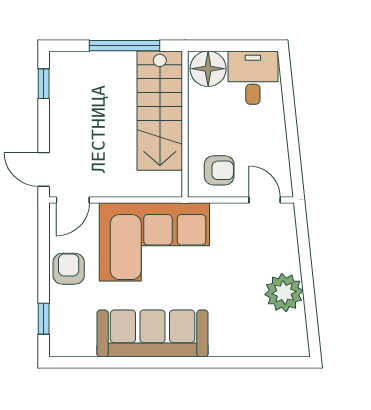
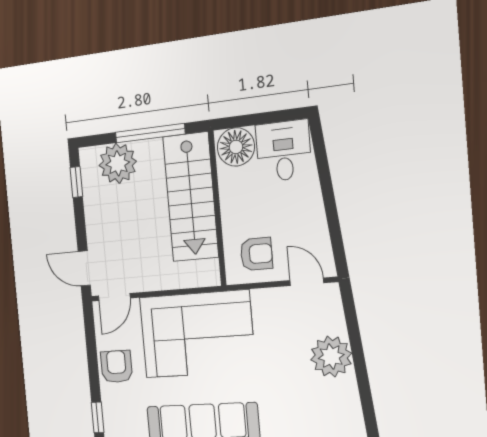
plant: (89, 71) -> (118, 163), added
plant: (284, 293) -> (331, 357), moved

